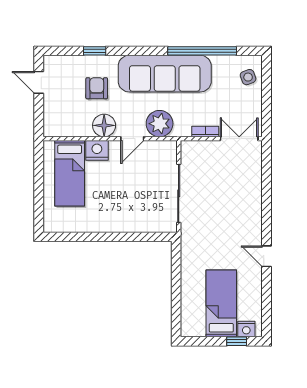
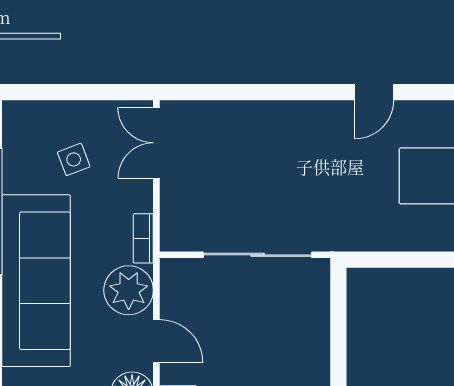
side table: (248, 77) -> (74, 159), moved
bookcase: (205, 132) -> (143, 238), moved

